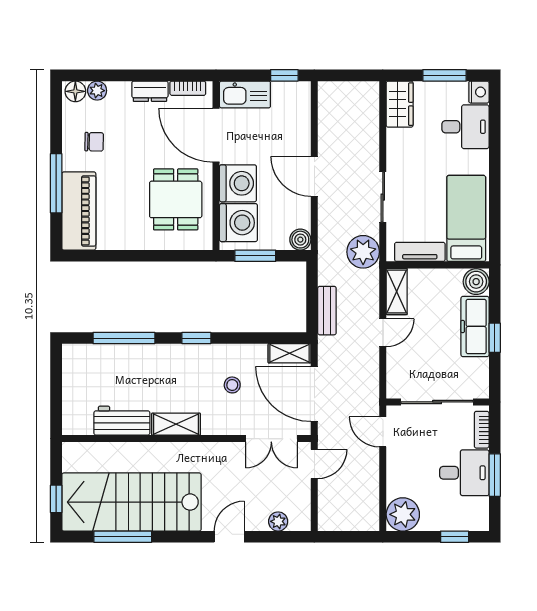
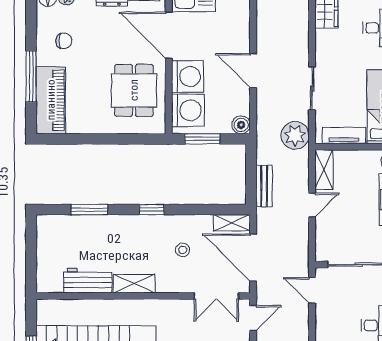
window: (124, 338) -> (89, 210), width x0.69

